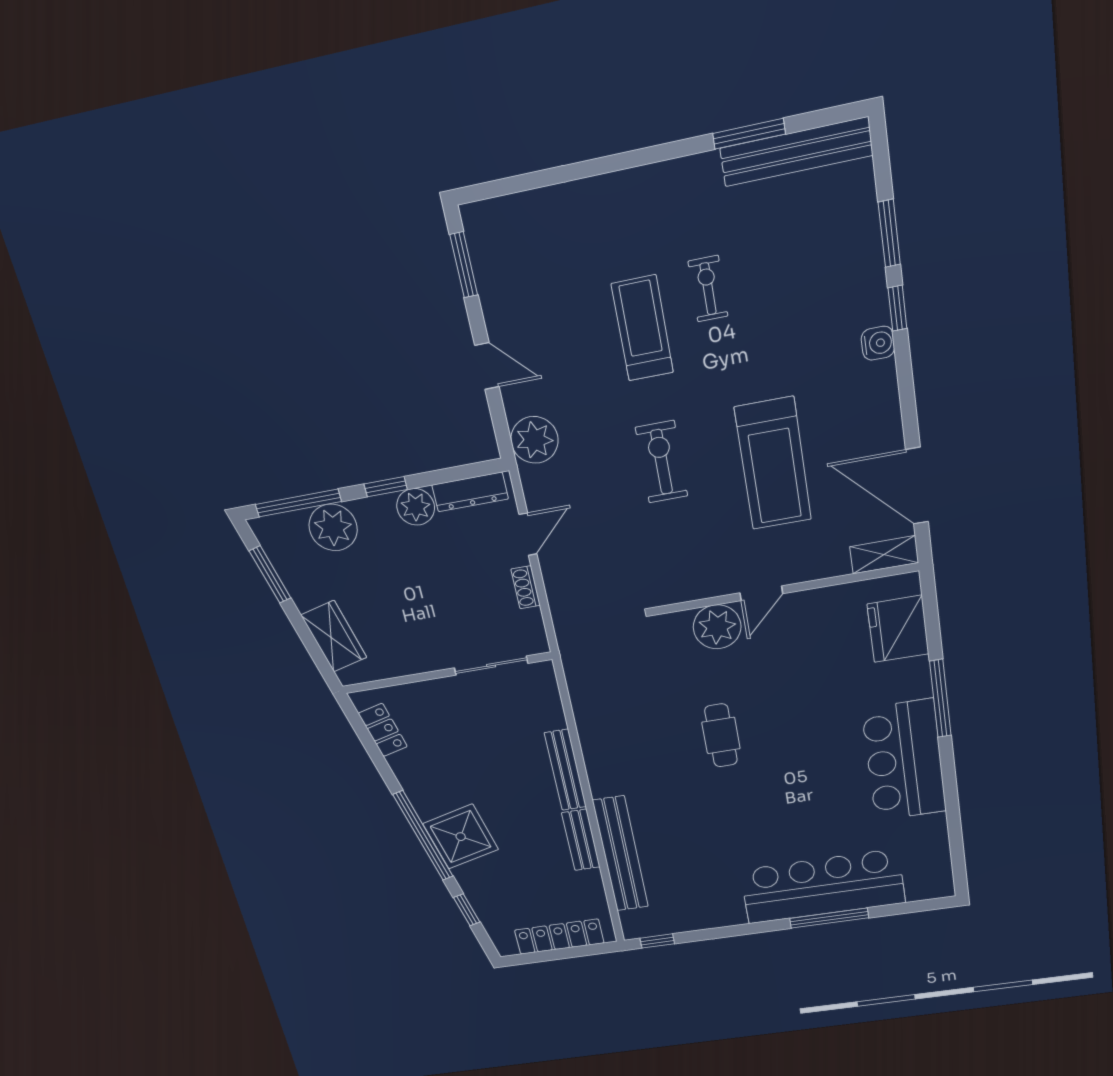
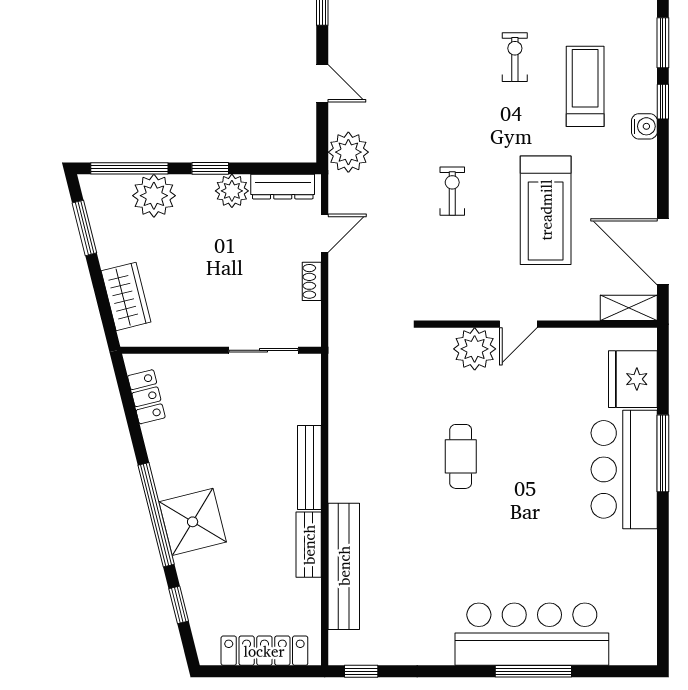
treadmill: (642, 328) -> (585, 86), moved
exercise bike: (662, 462) -> (452, 191), width x0.73, depth x0.72
bar counter: (904, 760) -> (624, 469), moved

